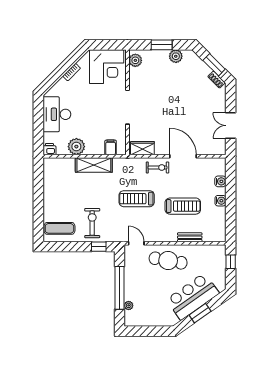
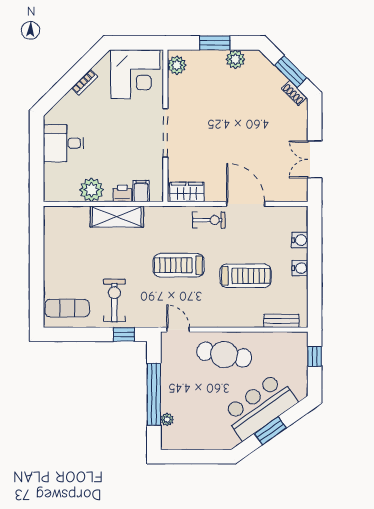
desk: (57, 114) -> (63, 143), width x0.73
printer: (49, 149) -> (122, 194), moved
bench: (190, 237) -> (281, 321), moved

